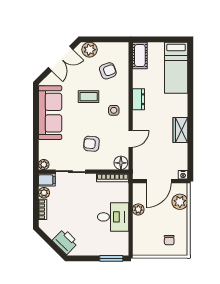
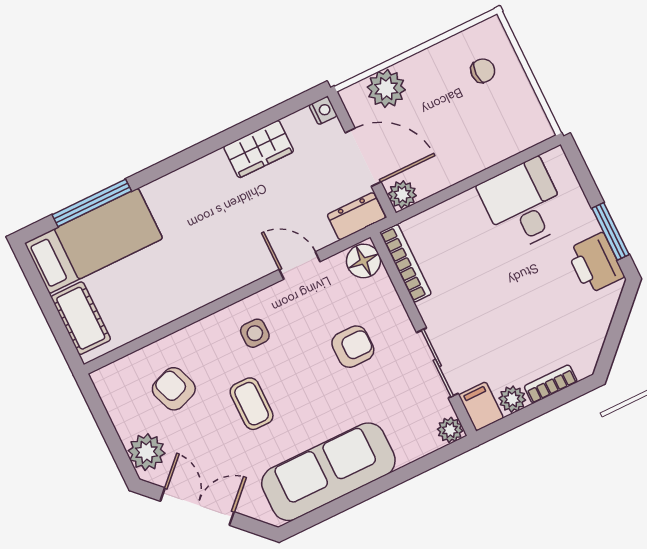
cot: (140, 55) -> (81, 318), moved, turned 90
window: (190, 74) -> (92, 203), added
dresser: (138, 99) -> (356, 216), moved
wardrobe: (180, 130) -> (259, 149), moved
armchair: (91, 144) -> (353, 347), turned -95
plant: (138, 209) -> (402, 195), moved
desk: (113, 217) -> (524, 205), moved
printer: (65, 242) -> (595, 263), moved, turned -45
window: (111, 258) -> (610, 231), moved

